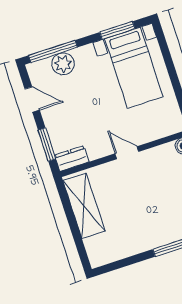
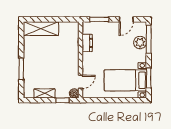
door: (127, 153) -> (81, 82), moved
dresser: (72, 158) -> (87, 43), moved
shelving: (84, 206) -> (41, 29), moved

